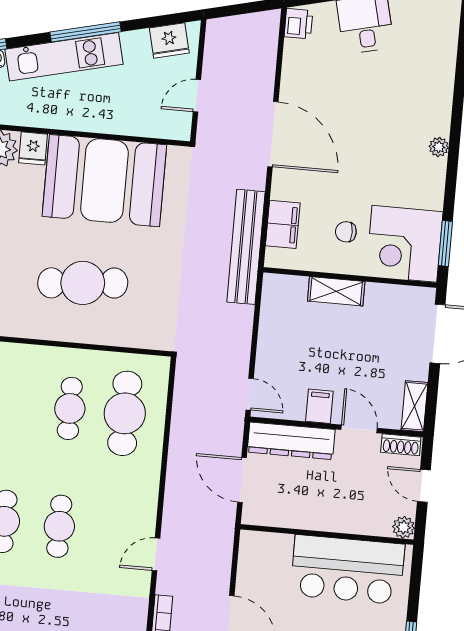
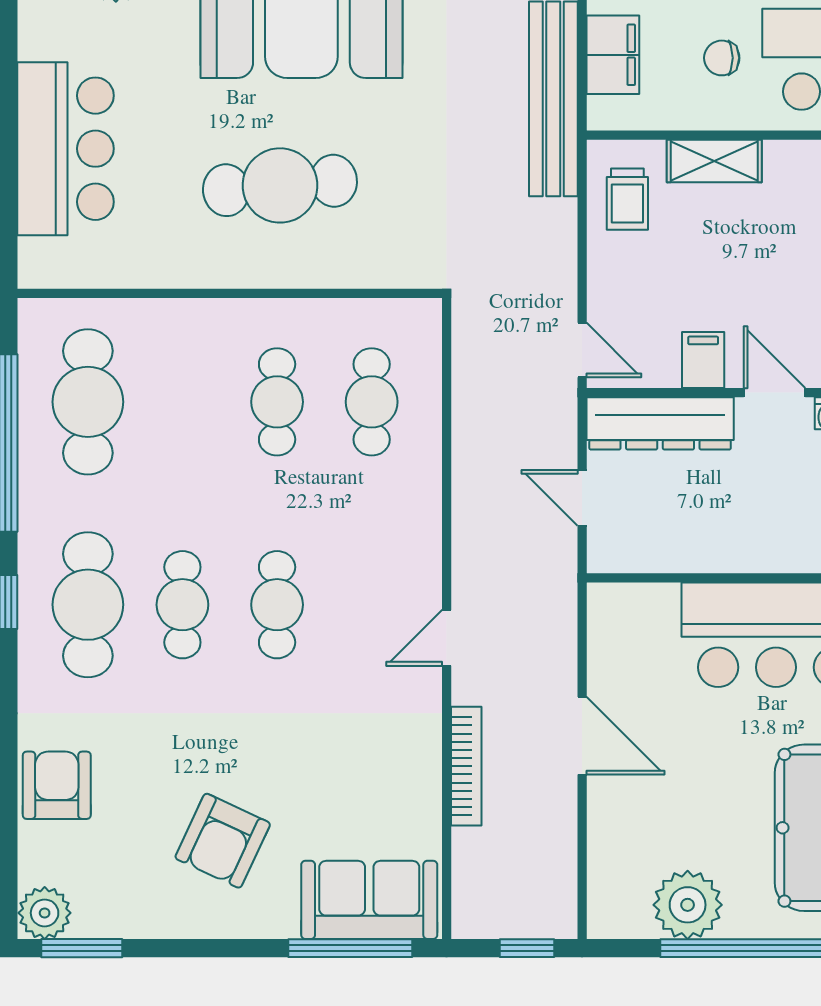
trolley: (284, 309) -> (627, 199), added
cafe table: (125, 413) -> (372, 402), width x0.73, depth x0.74
door: (242, 480) -> (582, 498), width x0.73

